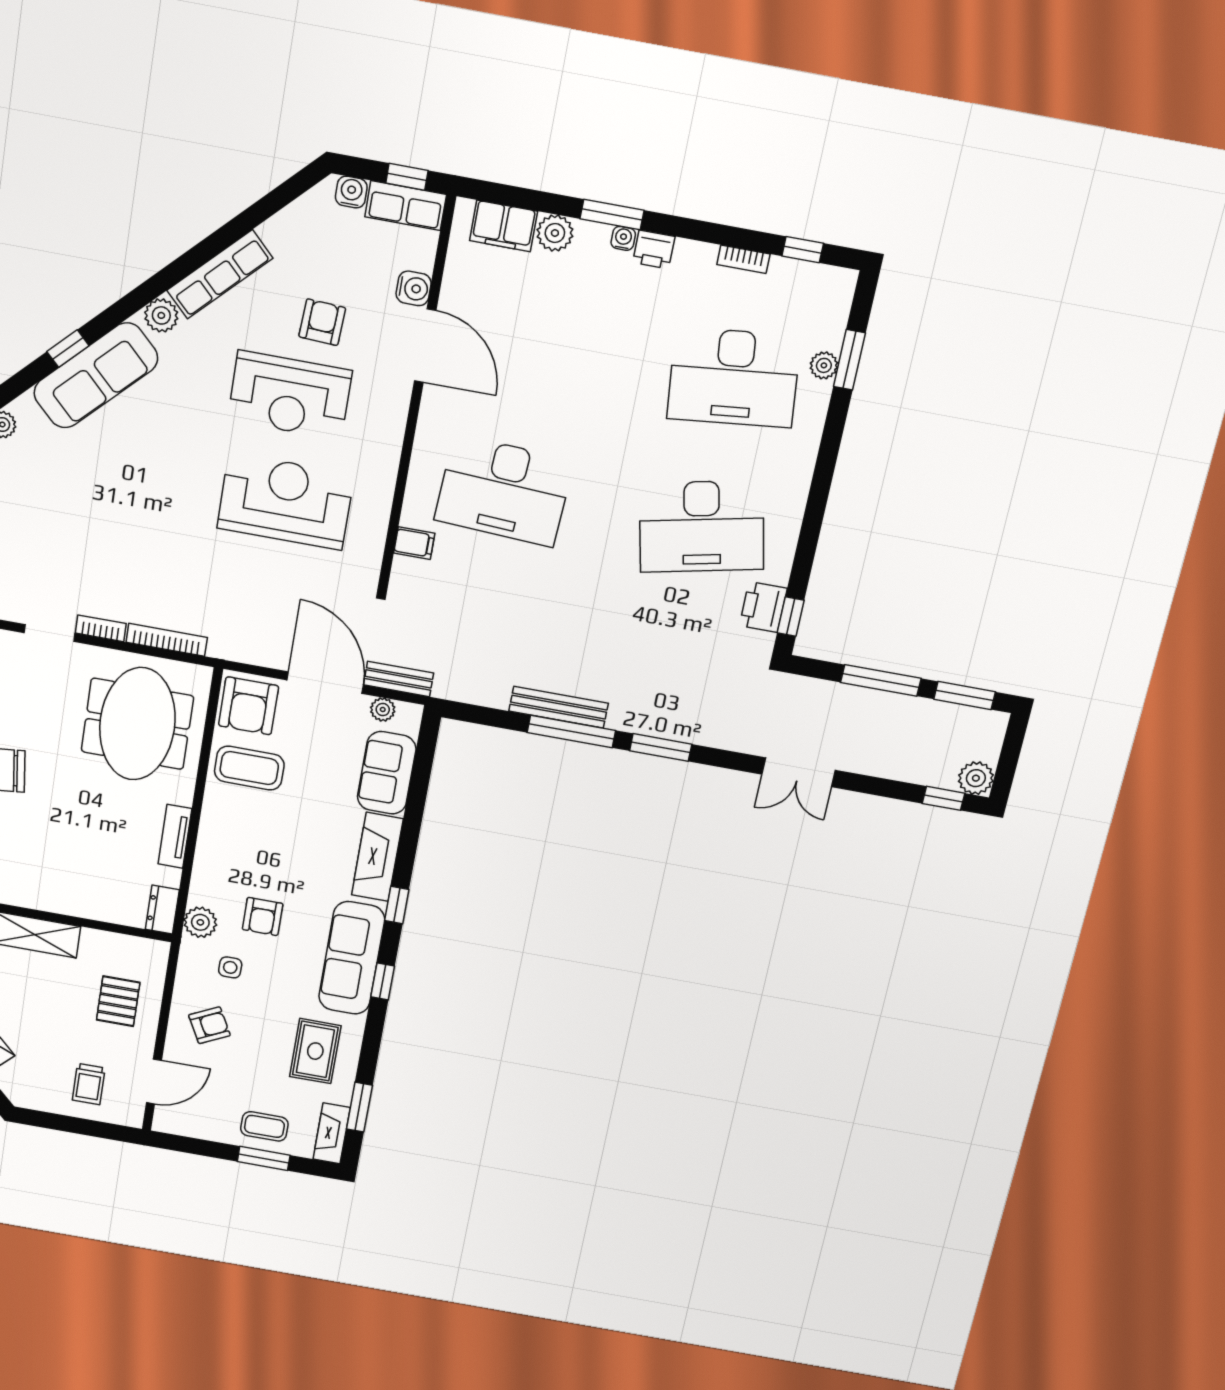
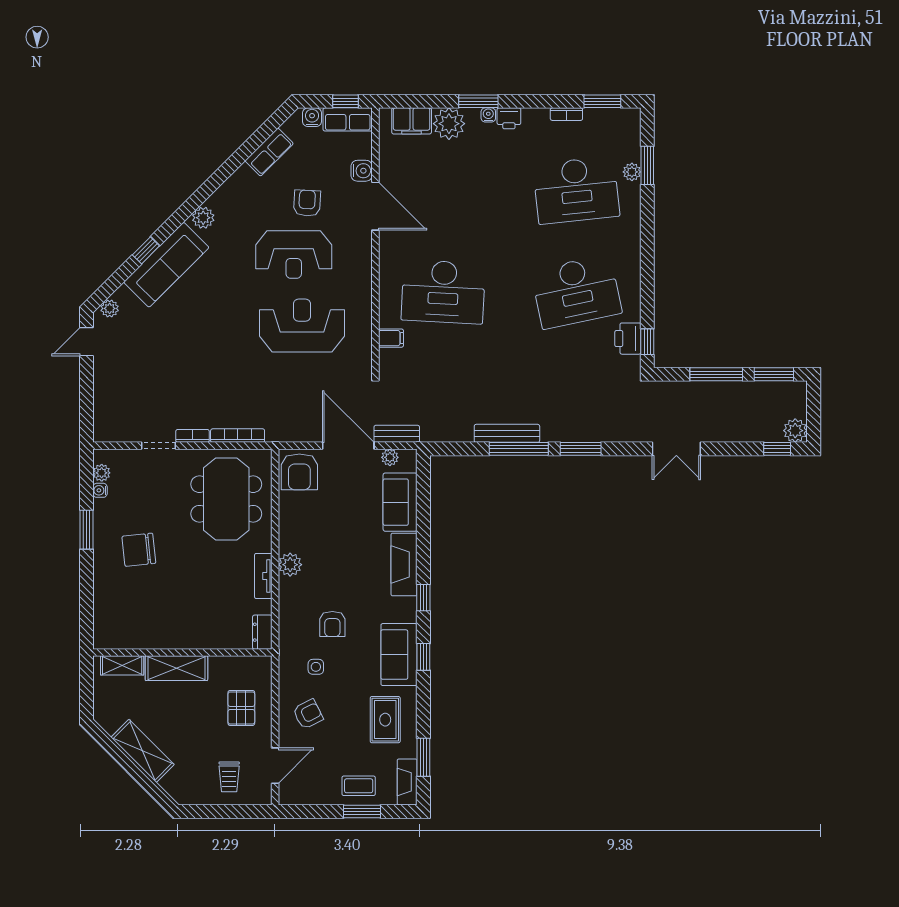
plant: (555, 233) -> (449, 124), width x1.36, depth x1.36
window: (803, 250) -> (602, 101), width x1.50
row of seats: (220, 274) -> (269, 152), moved, width x0.68
coffee table: (249, 768) -> (307, 516), removed
plant: (200, 922) -> (290, 565), moved
sofa: (352, 958) -> (399, 655), width x0.73

